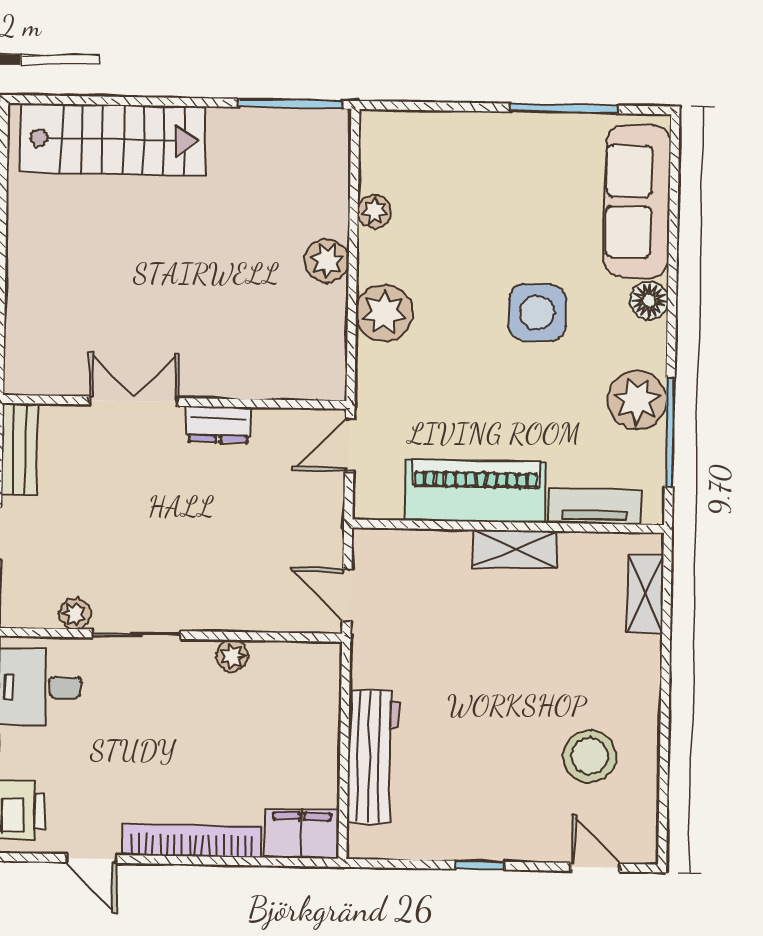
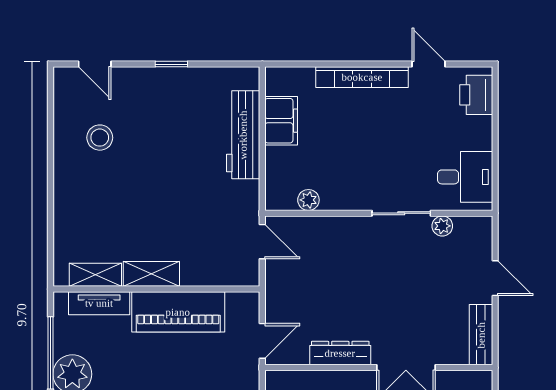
dresser: (218, 425) -> (340, 353), width x1.44
shelving: (645, 594) -> (95, 275), moved, turned 90
plant: (232, 656) -> (308, 200), moved
stool: (590, 756) -> (100, 138), width x0.73, depth x0.73
filing cabinet: (302, 834) -> (281, 121), moved, turned -90

